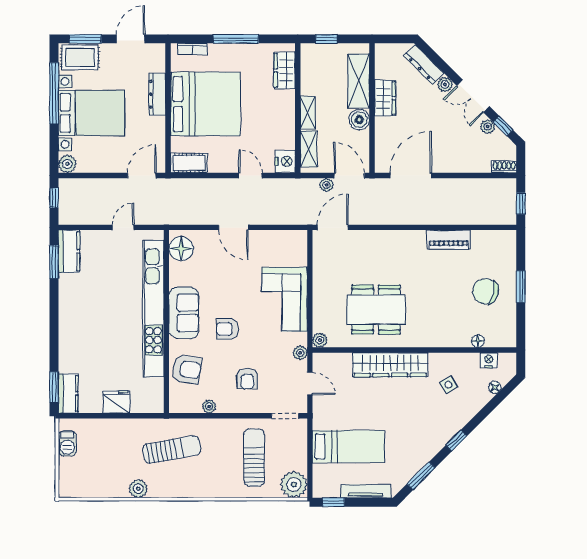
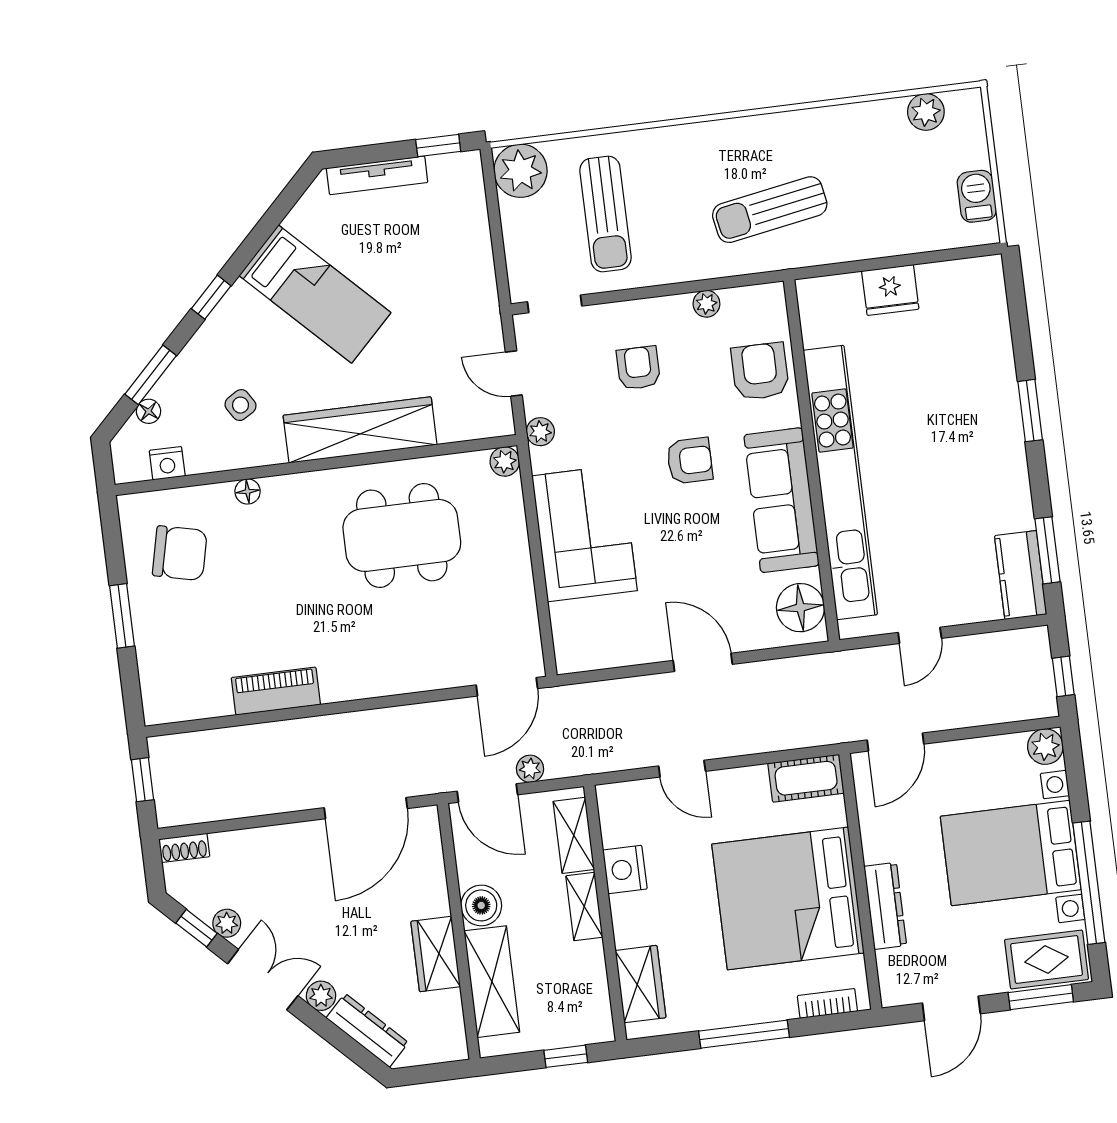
nightstand: (285, 161) -> (625, 870), moved
chair: (486, 291) -> (180, 553), moved
sofa: (184, 313) -> (782, 500), width x1.36
floor lamp: (478, 341) -> (248, 491), moved
armchair: (187, 369) -> (760, 371), turned 81
window: (54, 387) -> (1030, 411), moved
kitchen counter: (68, 394) -> (987, 295), removed
bed: (348, 447) -> (315, 294), moved, turned -135
window: (421, 476) -> (151, 375), moved
plant: (138, 489) -> (926, 112), moved

